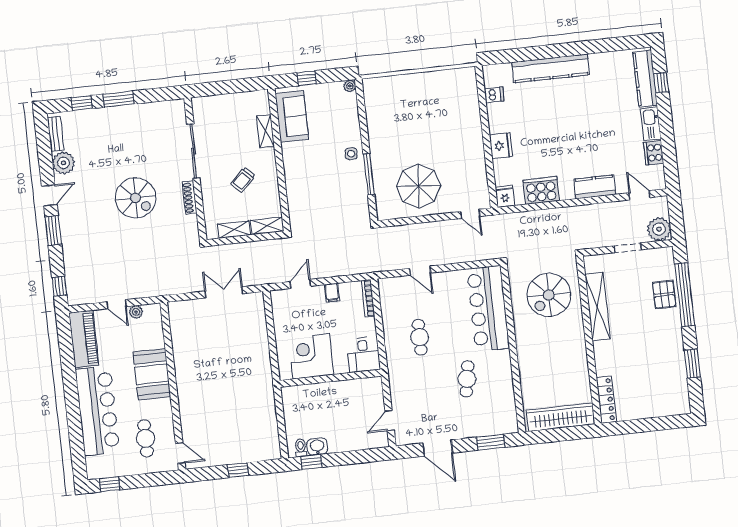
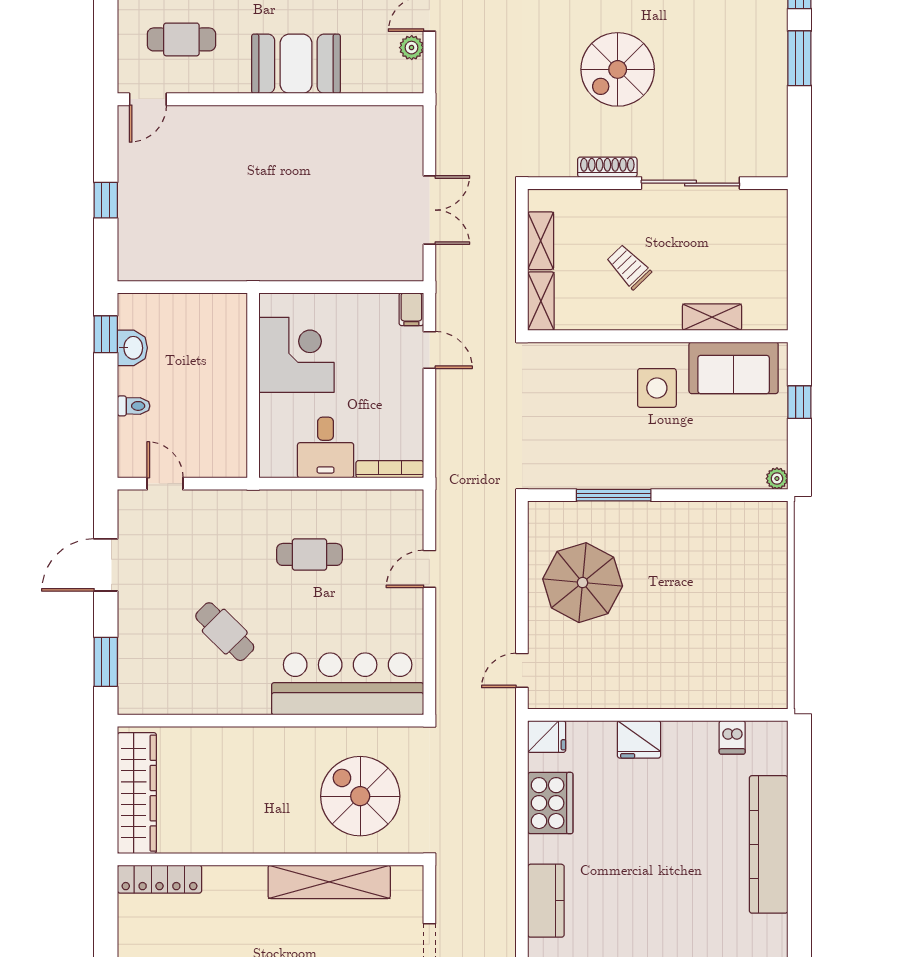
side table: (351, 154) -> (657, 388), moved, width x1.87, depth x1.87
filing cabinet: (332, 293) -> (411, 309), moved, turned -90
desk: (364, 355) -> (326, 448), moved, turned -90
cafe table: (467, 379) -> (225, 632), turned 35
toilet: (301, 448) -> (134, 406), moved

